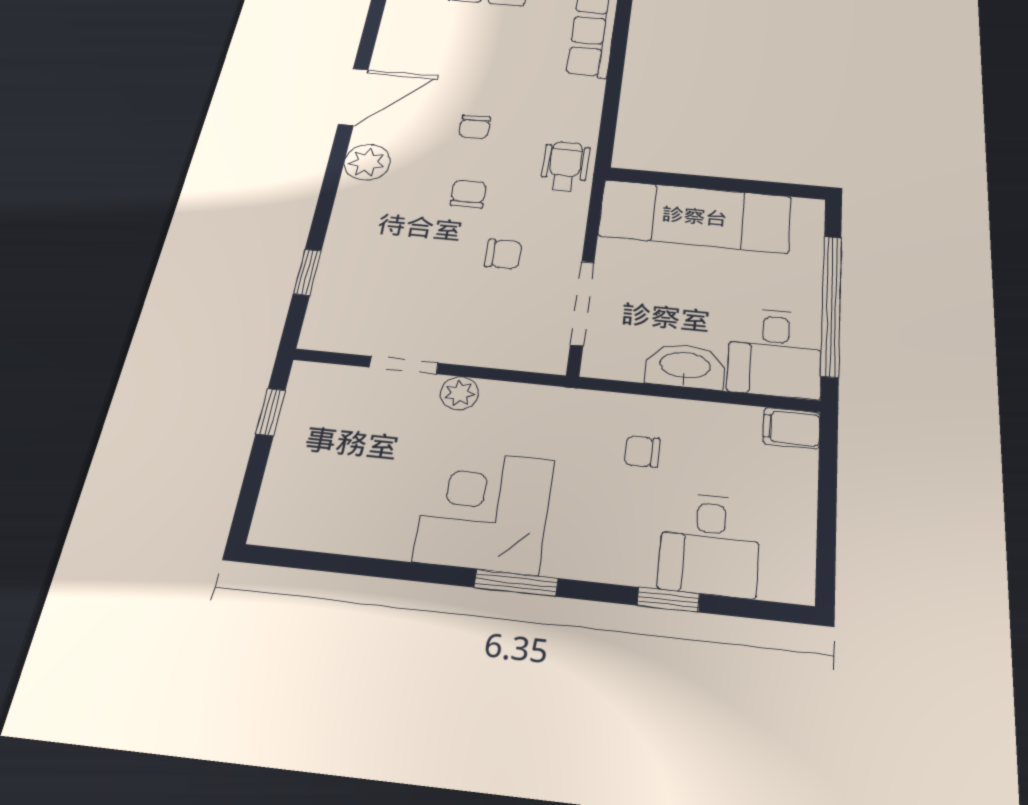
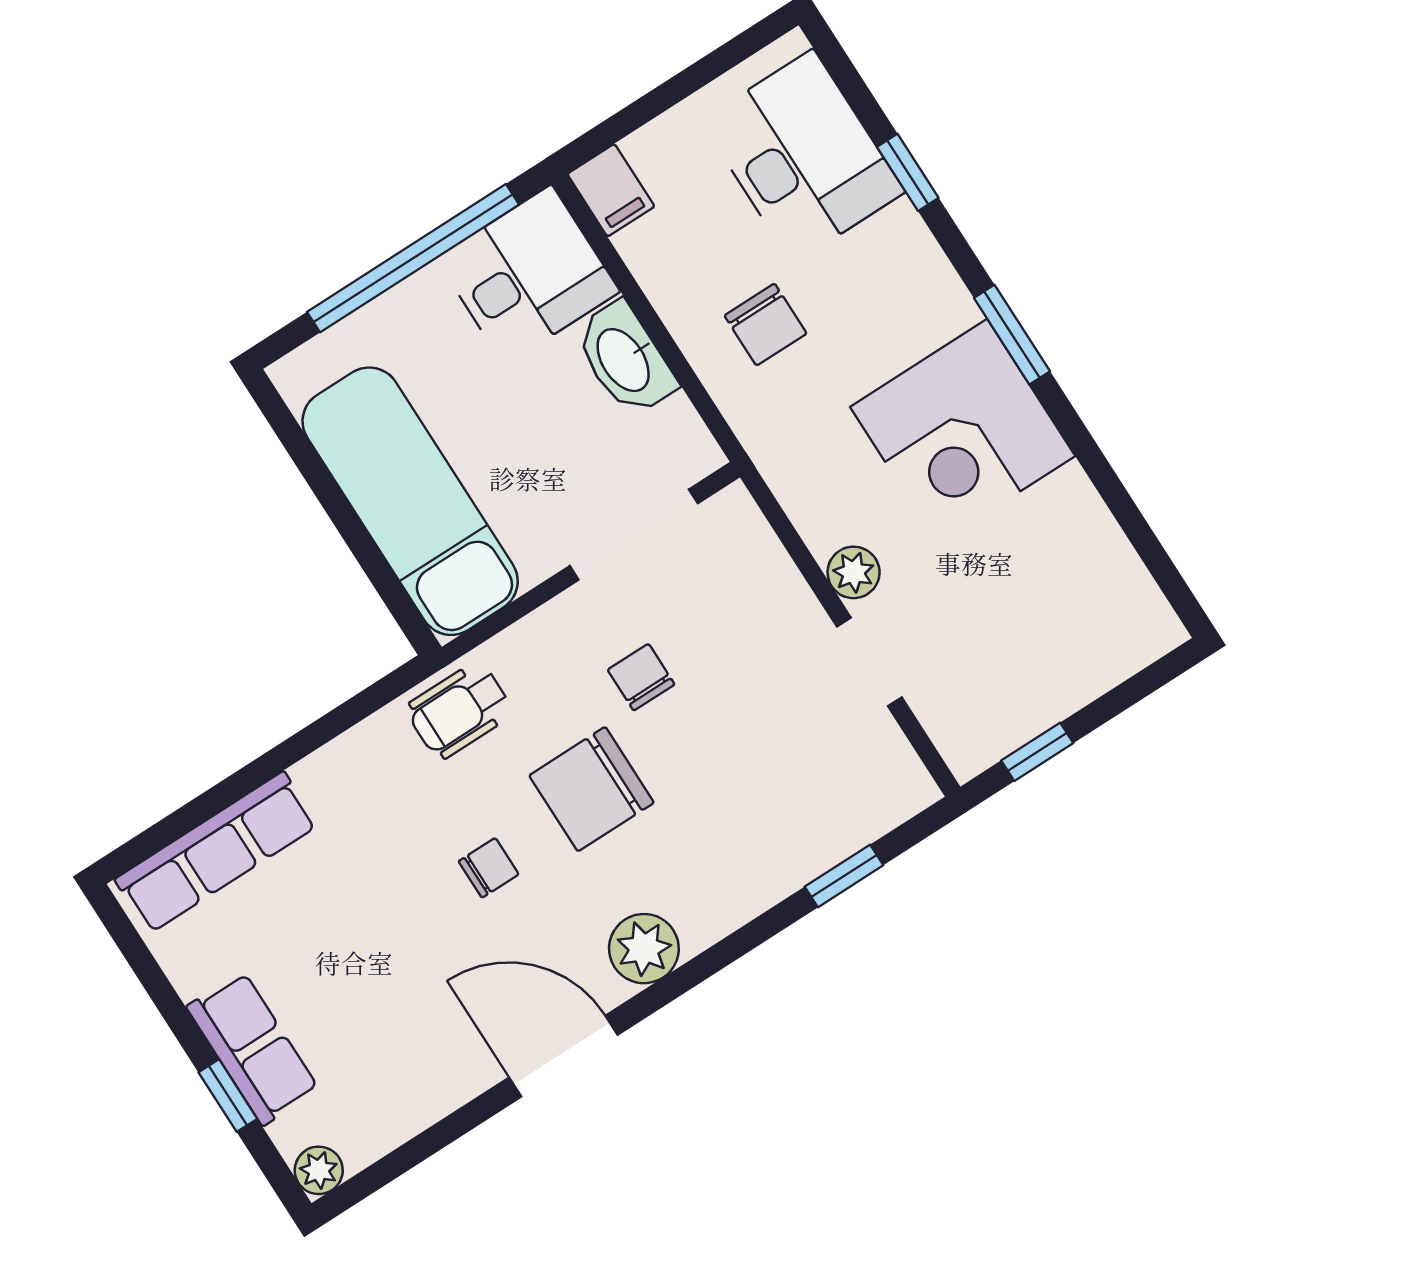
chair: (468, 194) -> (592, 789), width x1.87, depth x1.87
chair: (642, 452) -> (766, 325), width x1.37, depth x1.37
desk: (710, 545) -> (803, 156), width x1.37

